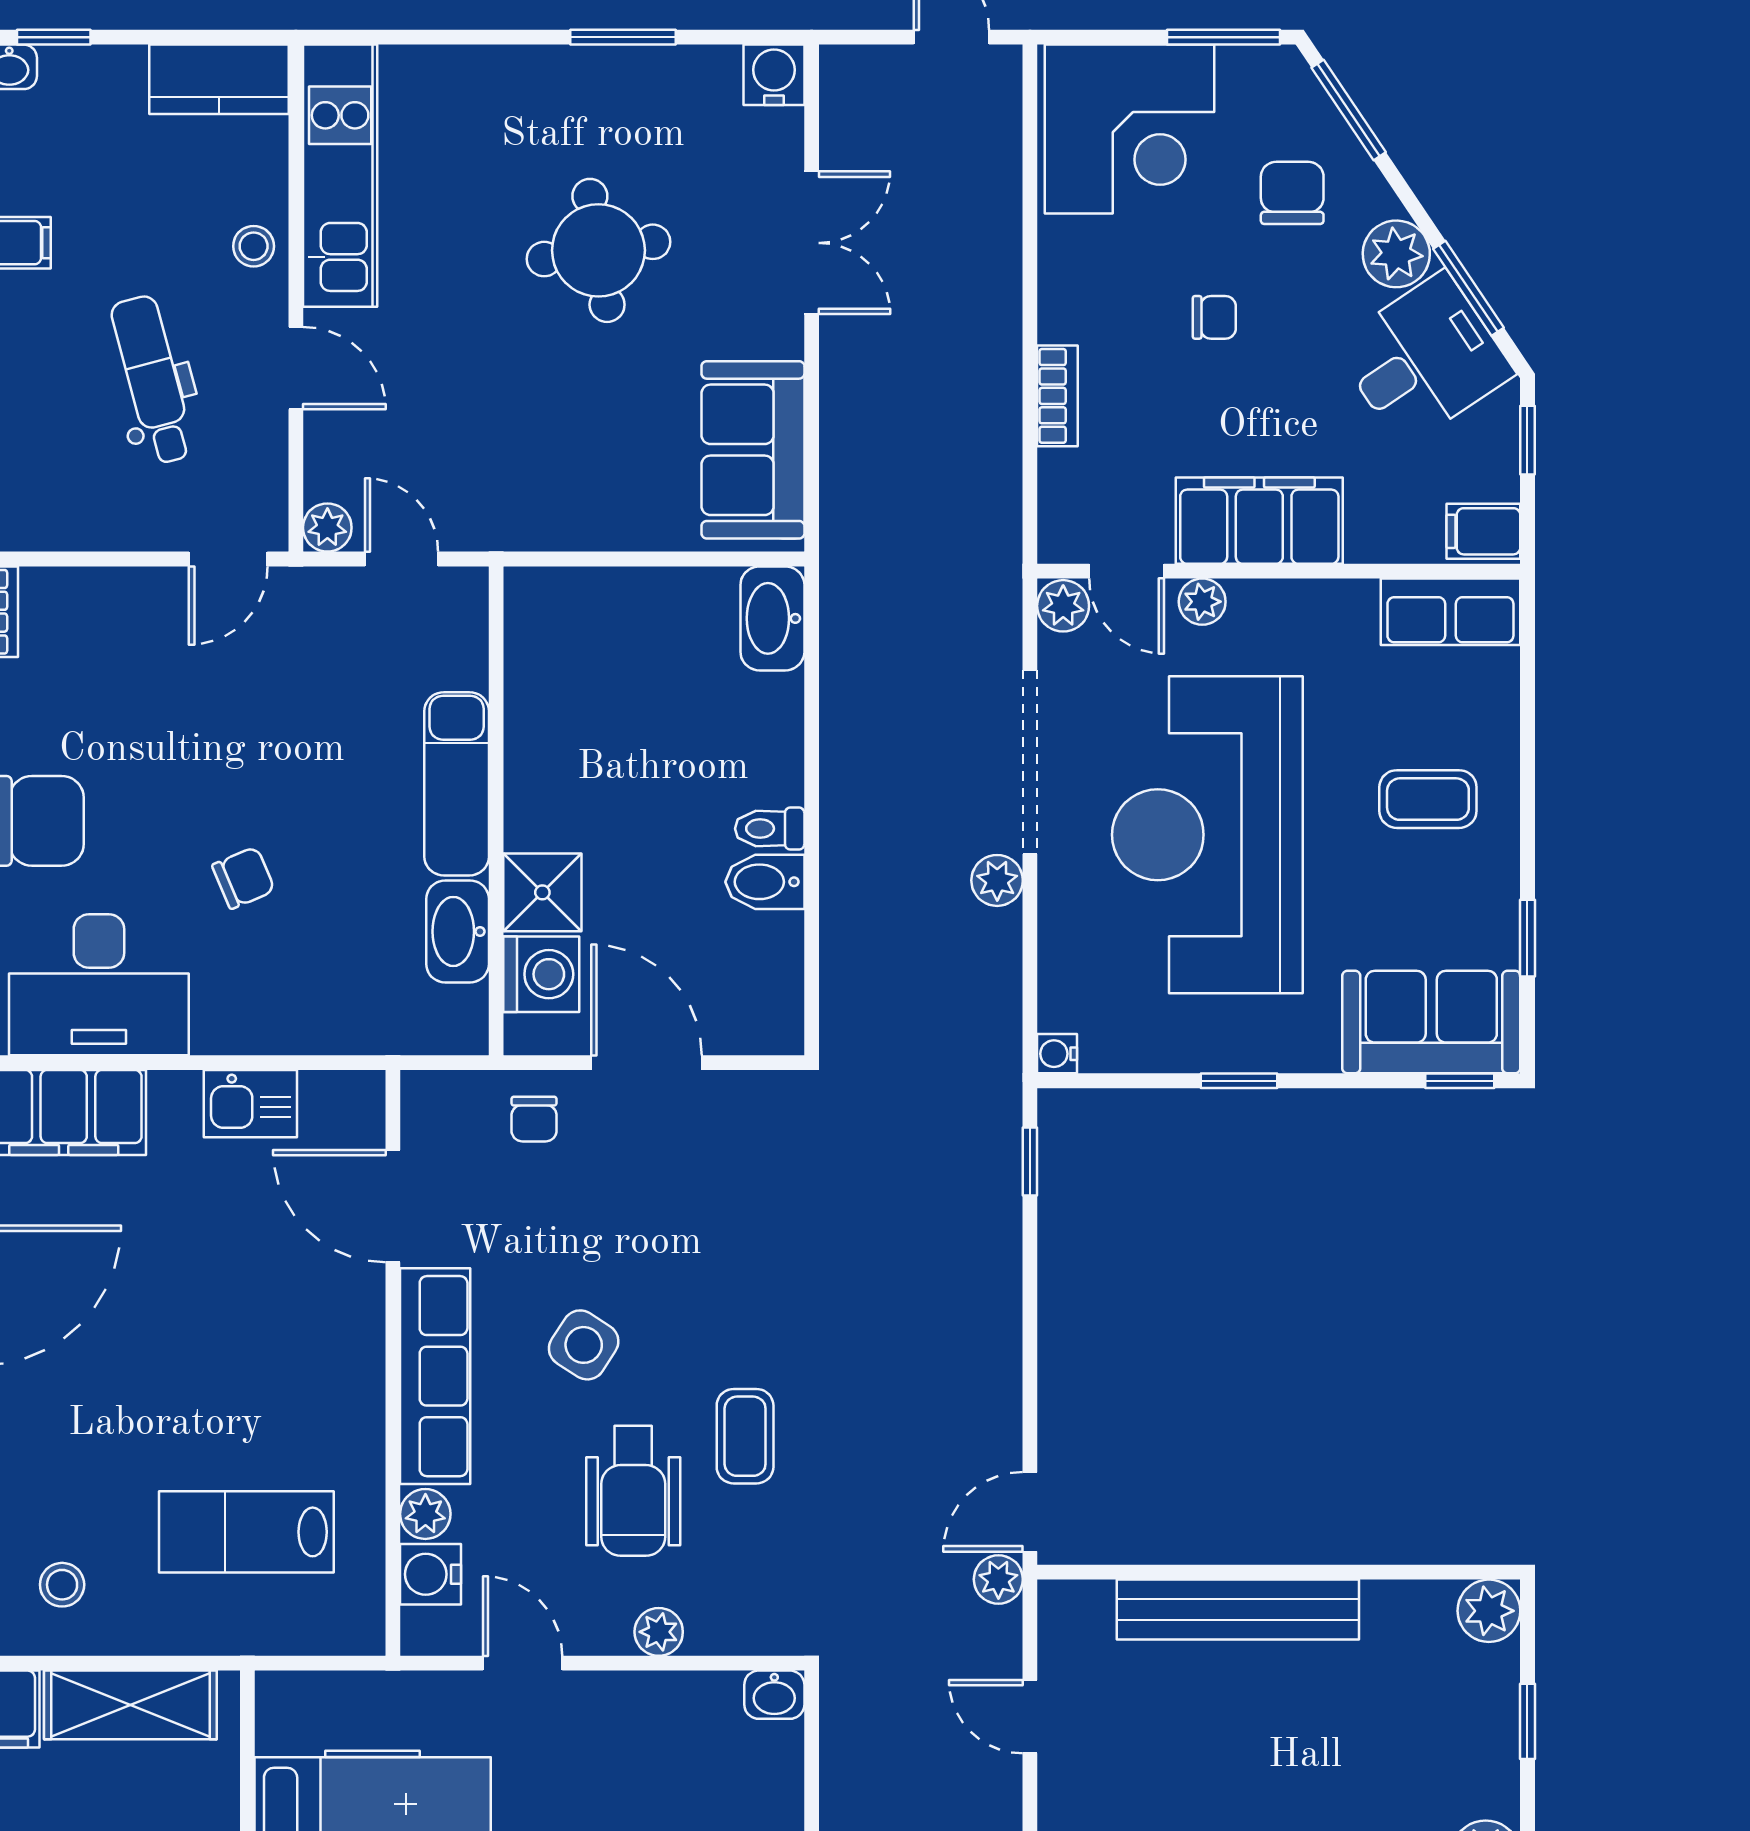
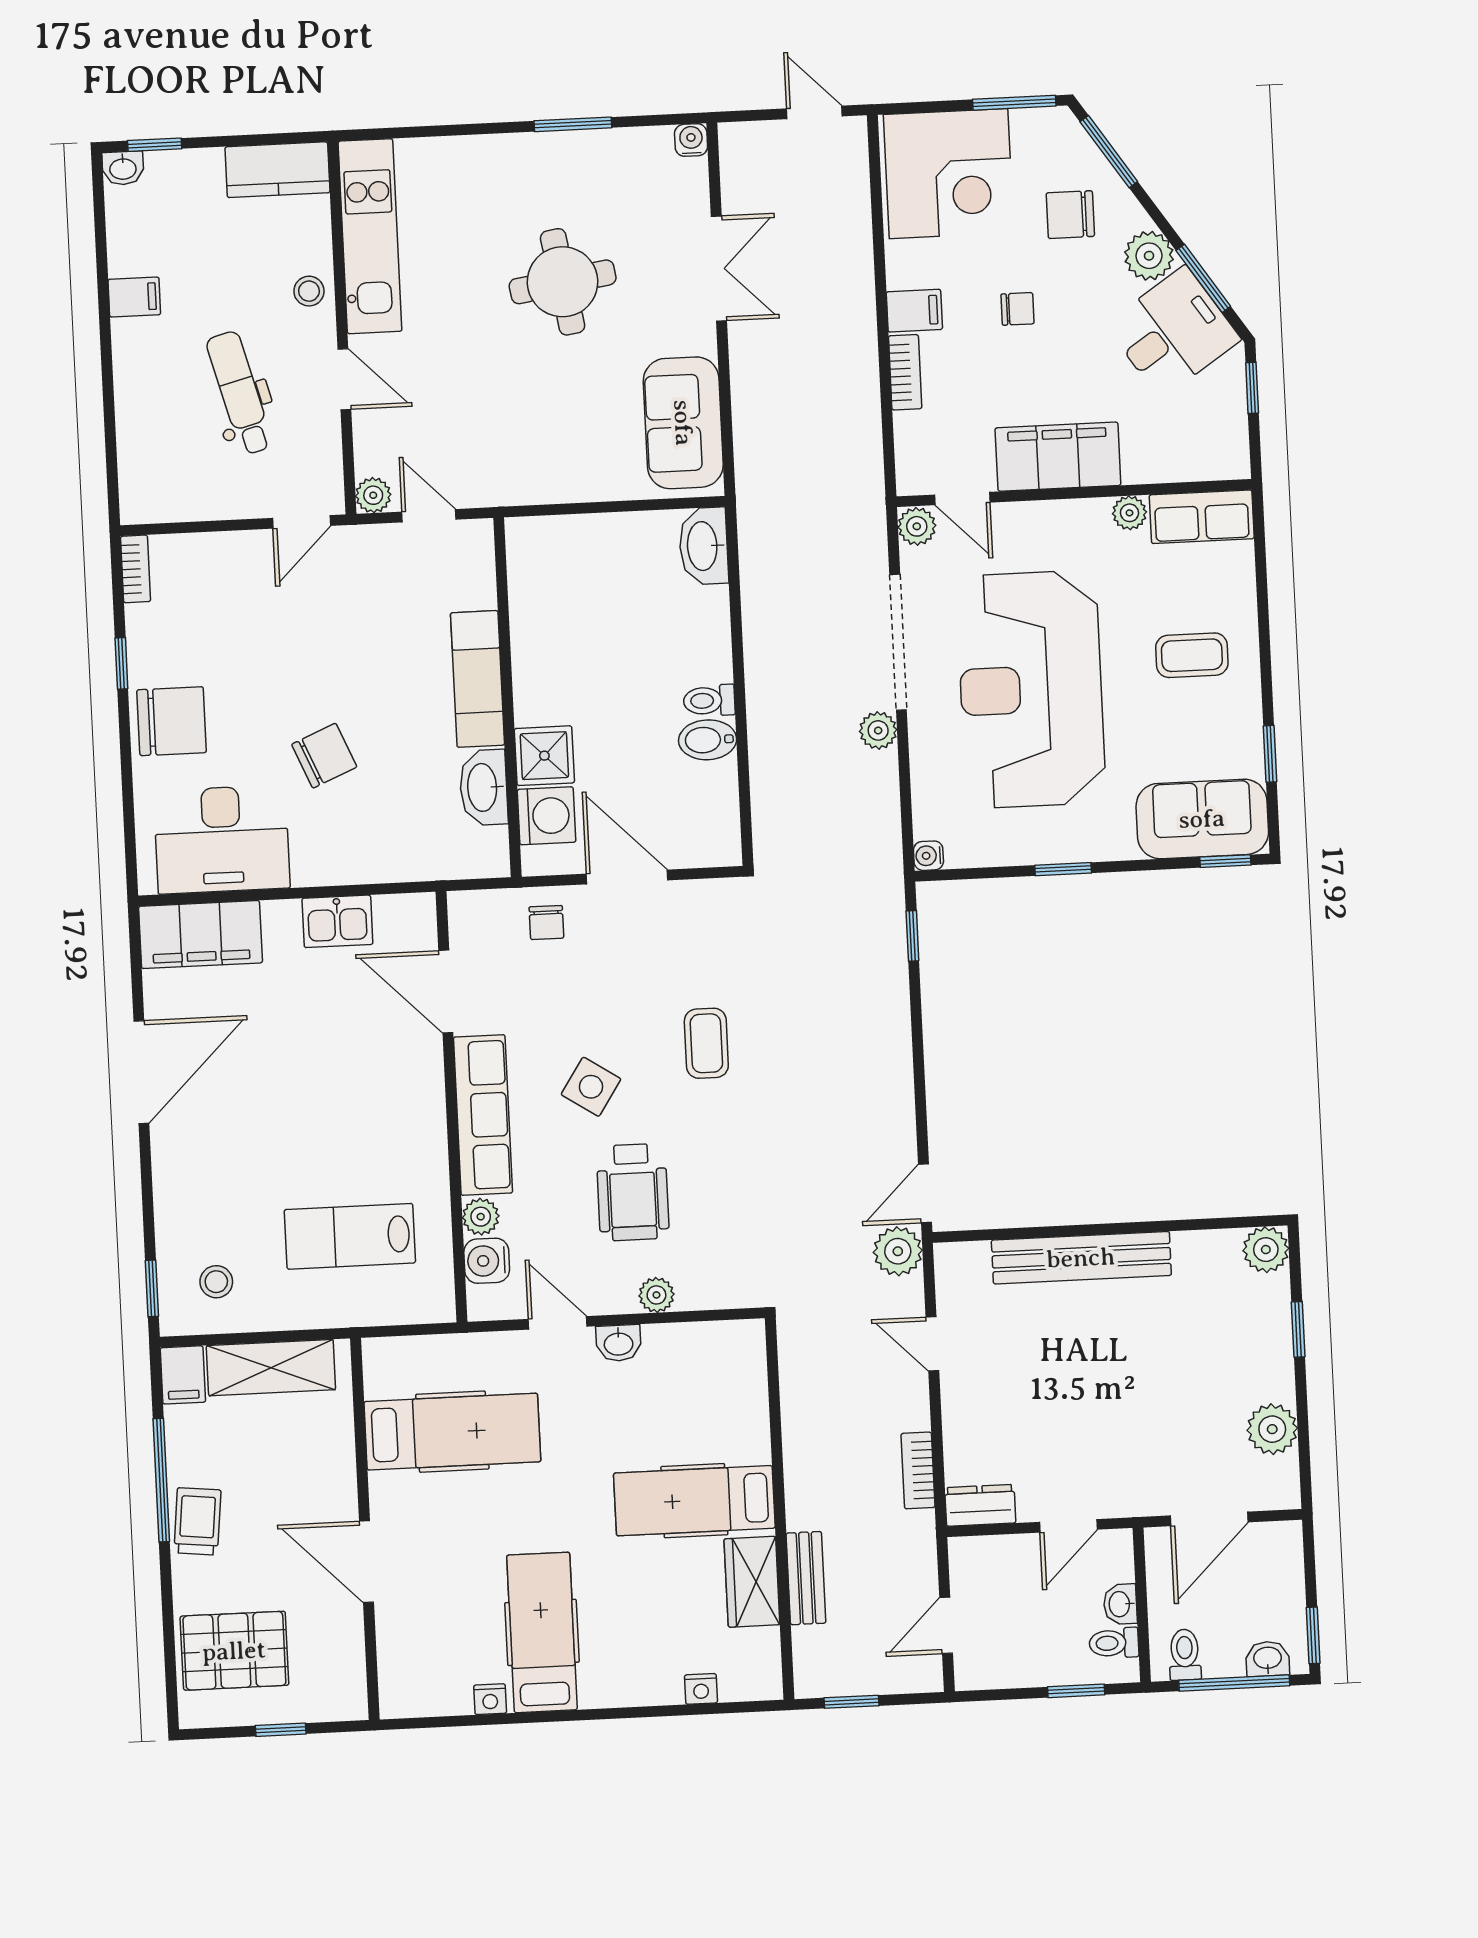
water cooler: (774, 75) -> (691, 140), width x0.72, depth x0.72
chair: (1292, 193) -> (1070, 215), turned -90
filing cabinet: (1483, 531) -> (914, 311), moved, turned 180
plant: (1202, 602) -> (1129, 513), moved
chair: (243, 878) -> (324, 756), width x1.37, depth x1.37
coffee table: (745, 1436) -> (706, 1043), moved
plant: (998, 1579) -> (898, 1251), width x1.38, depth x1.38
washbasin: (774, 1695) -> (619, 1343), moved

